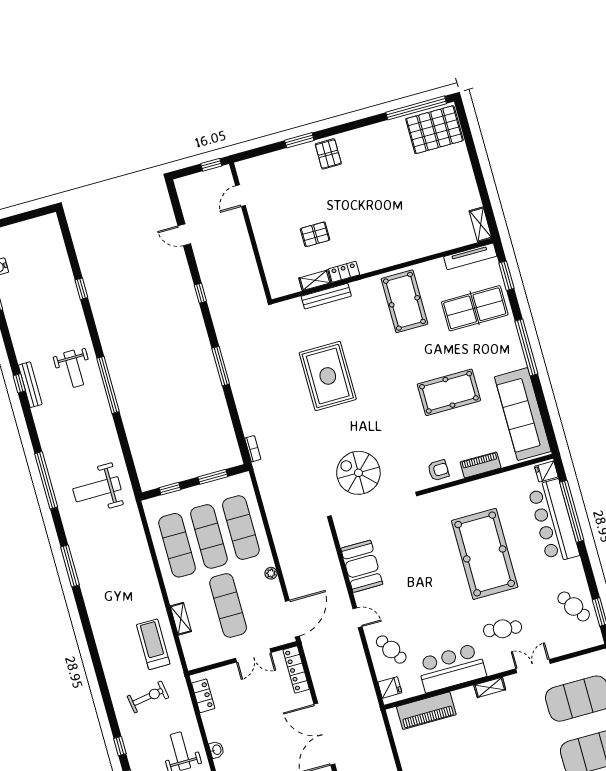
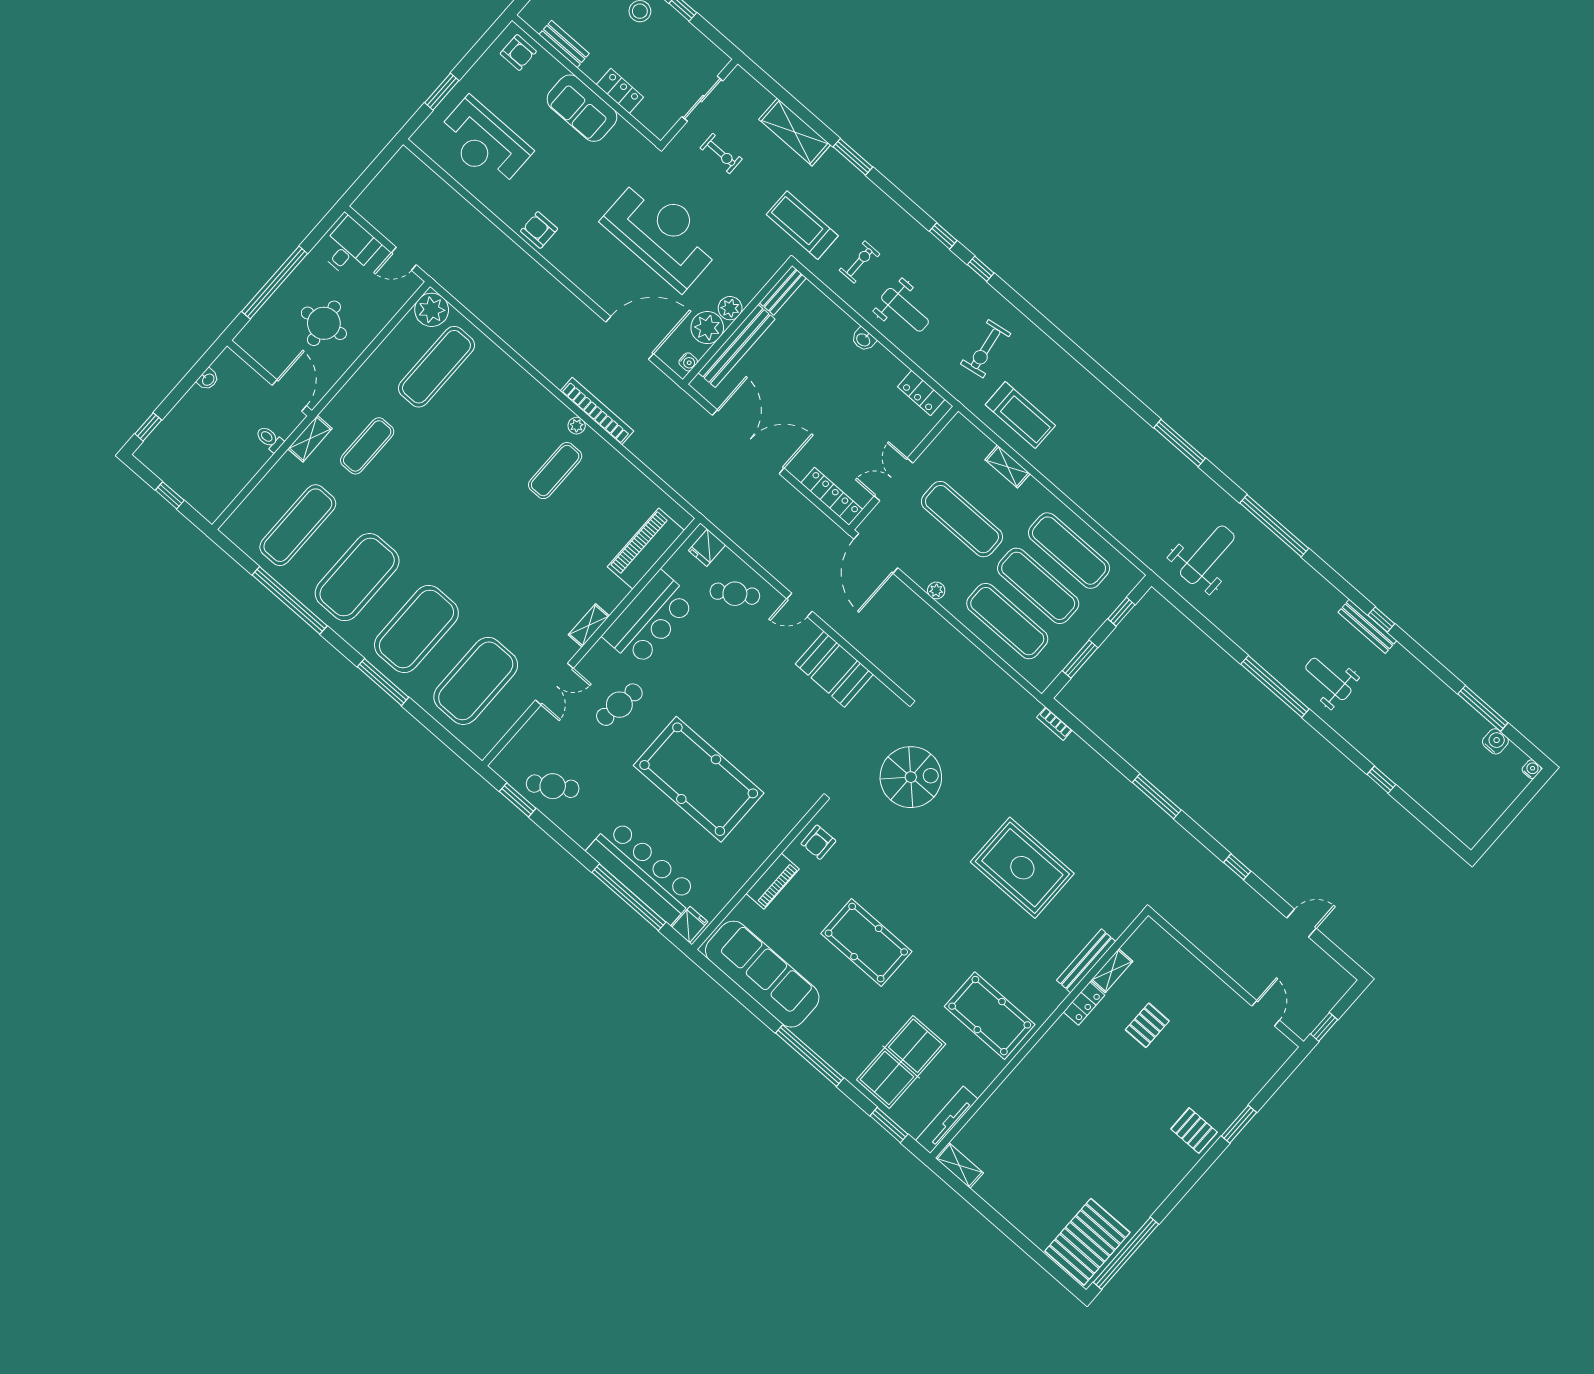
pool table: (449, 392) -> (866, 943), turned 90

